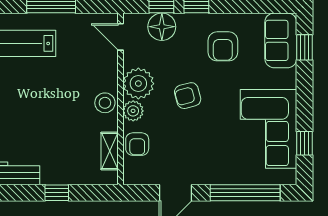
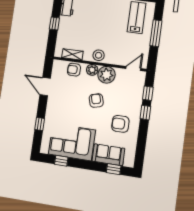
floor lamp: (162, 27) -> (136, 92), removed
sofa: (281, 40) -> (108, 155), moved
window: (245, 193) -> (40, 124), width x0.32

